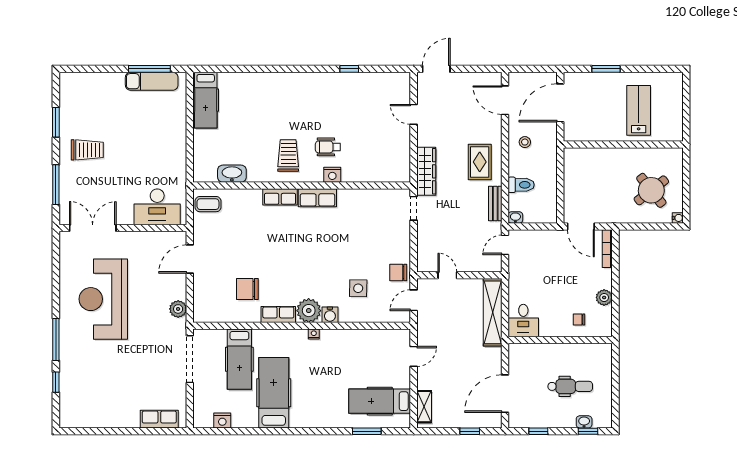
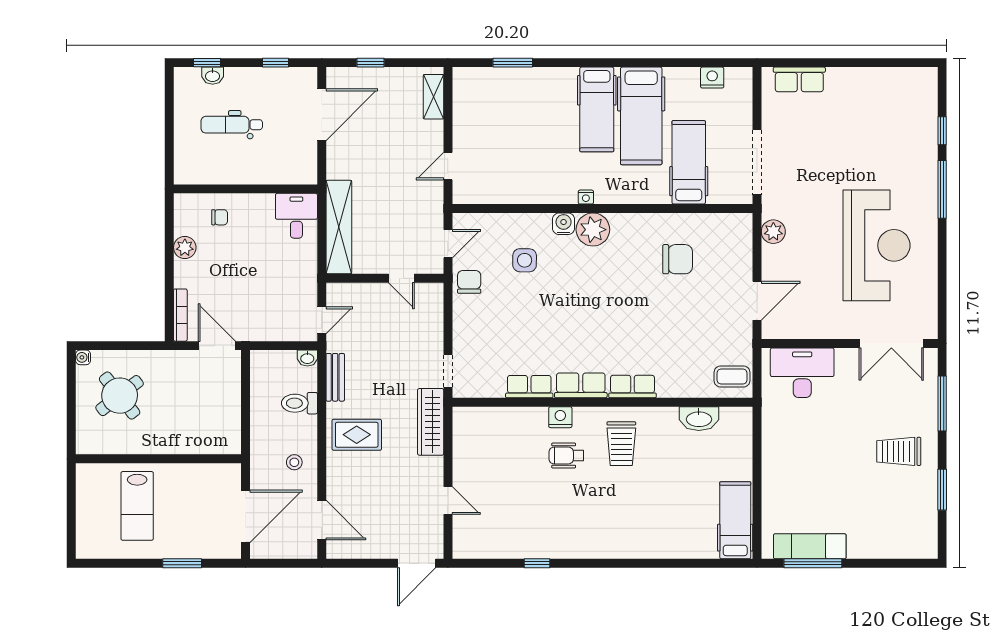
wheelchair: (328, 147) -> (566, 456), turned 180
rug: (480, 162) -> (357, 435), turned 90
chair: (398, 273) -> (469, 282), turned -90
row of seats: (278, 314) -> (529, 387), moved, turned 180
hospital bed: (380, 401) -> (597, 109), moved, turned 90

